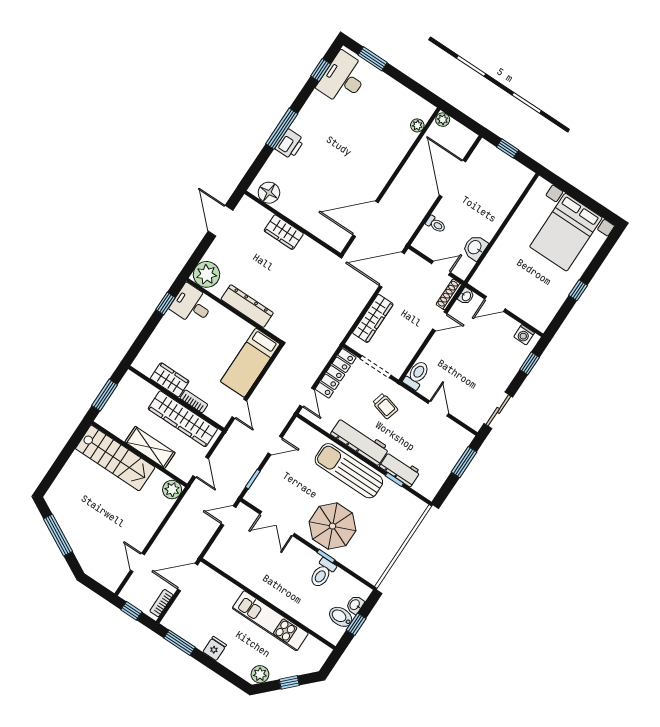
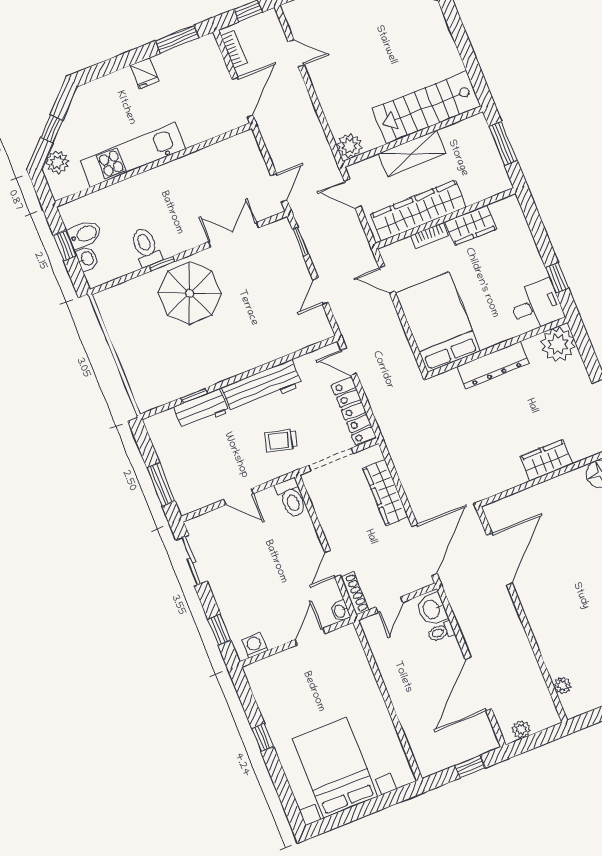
plant: (443, 120) -> (521, 729), moved
door: (452, 178) -> (478, 684), swing flipped
washbasin: (475, 247) -> (432, 609), moved, turned 180
bed: (250, 363) -> (438, 322), width x1.50
sun lounger: (349, 471) -> (238, 353), removed
plant: (260, 674) -> (57, 162), moved

